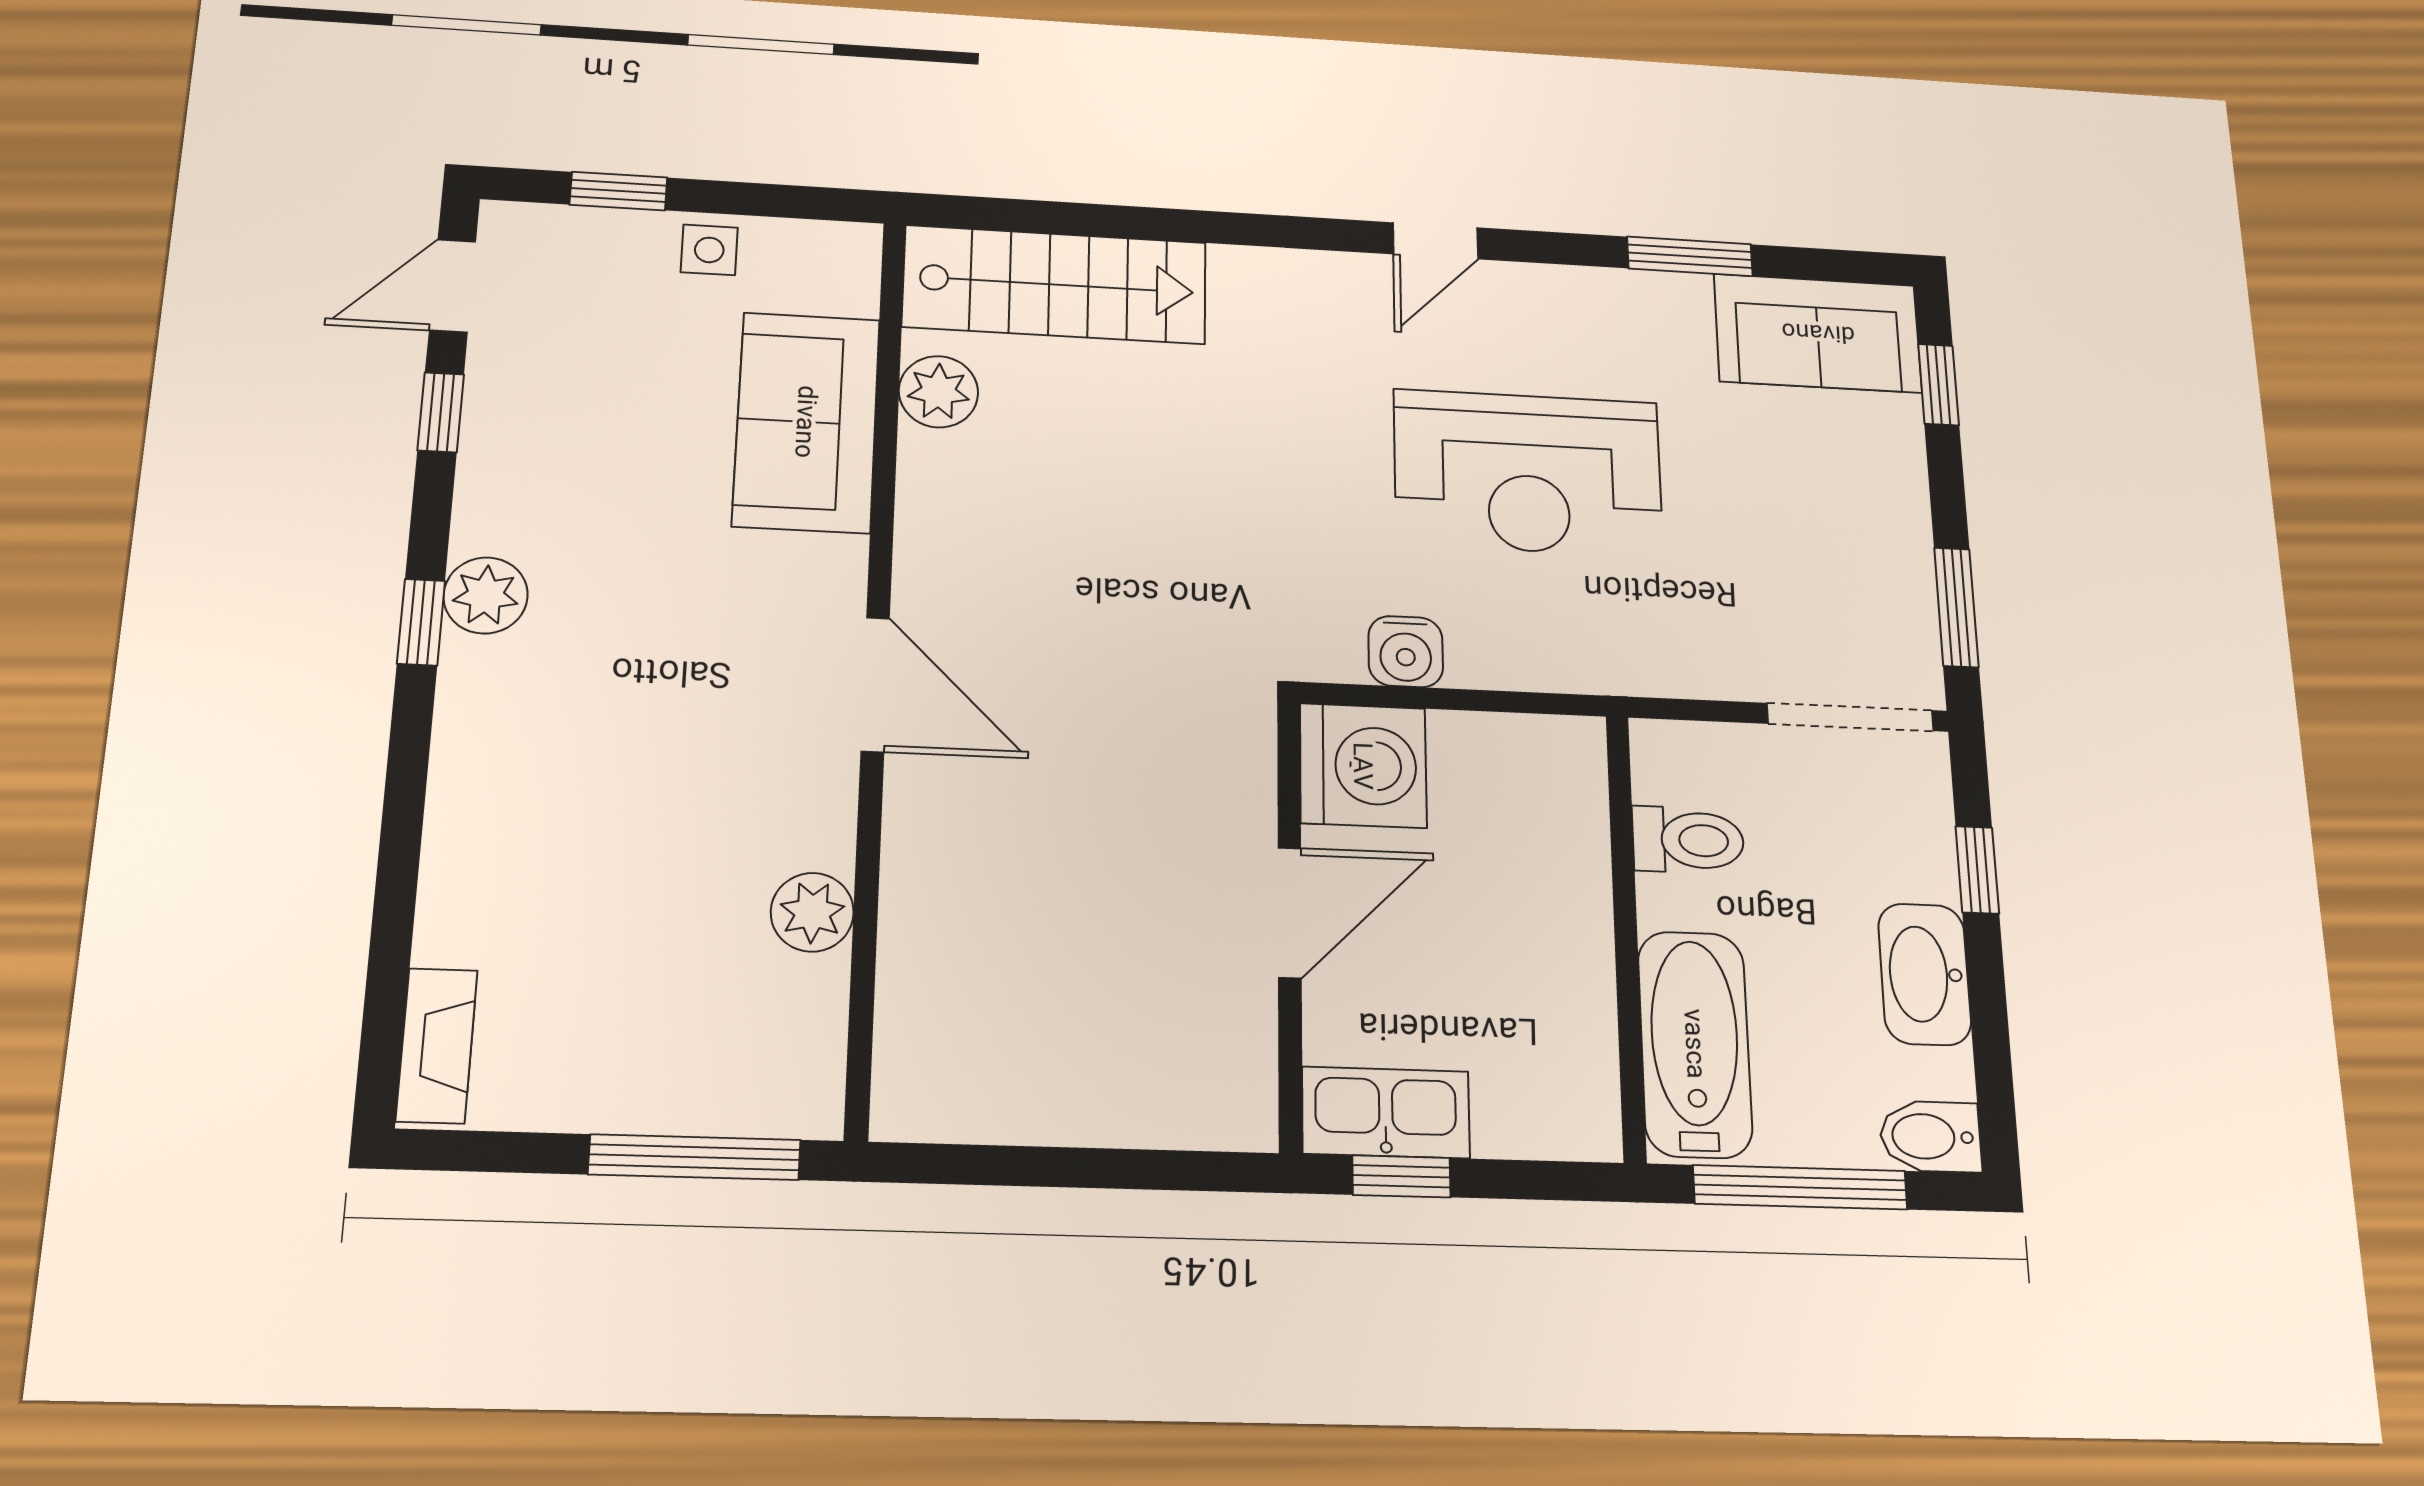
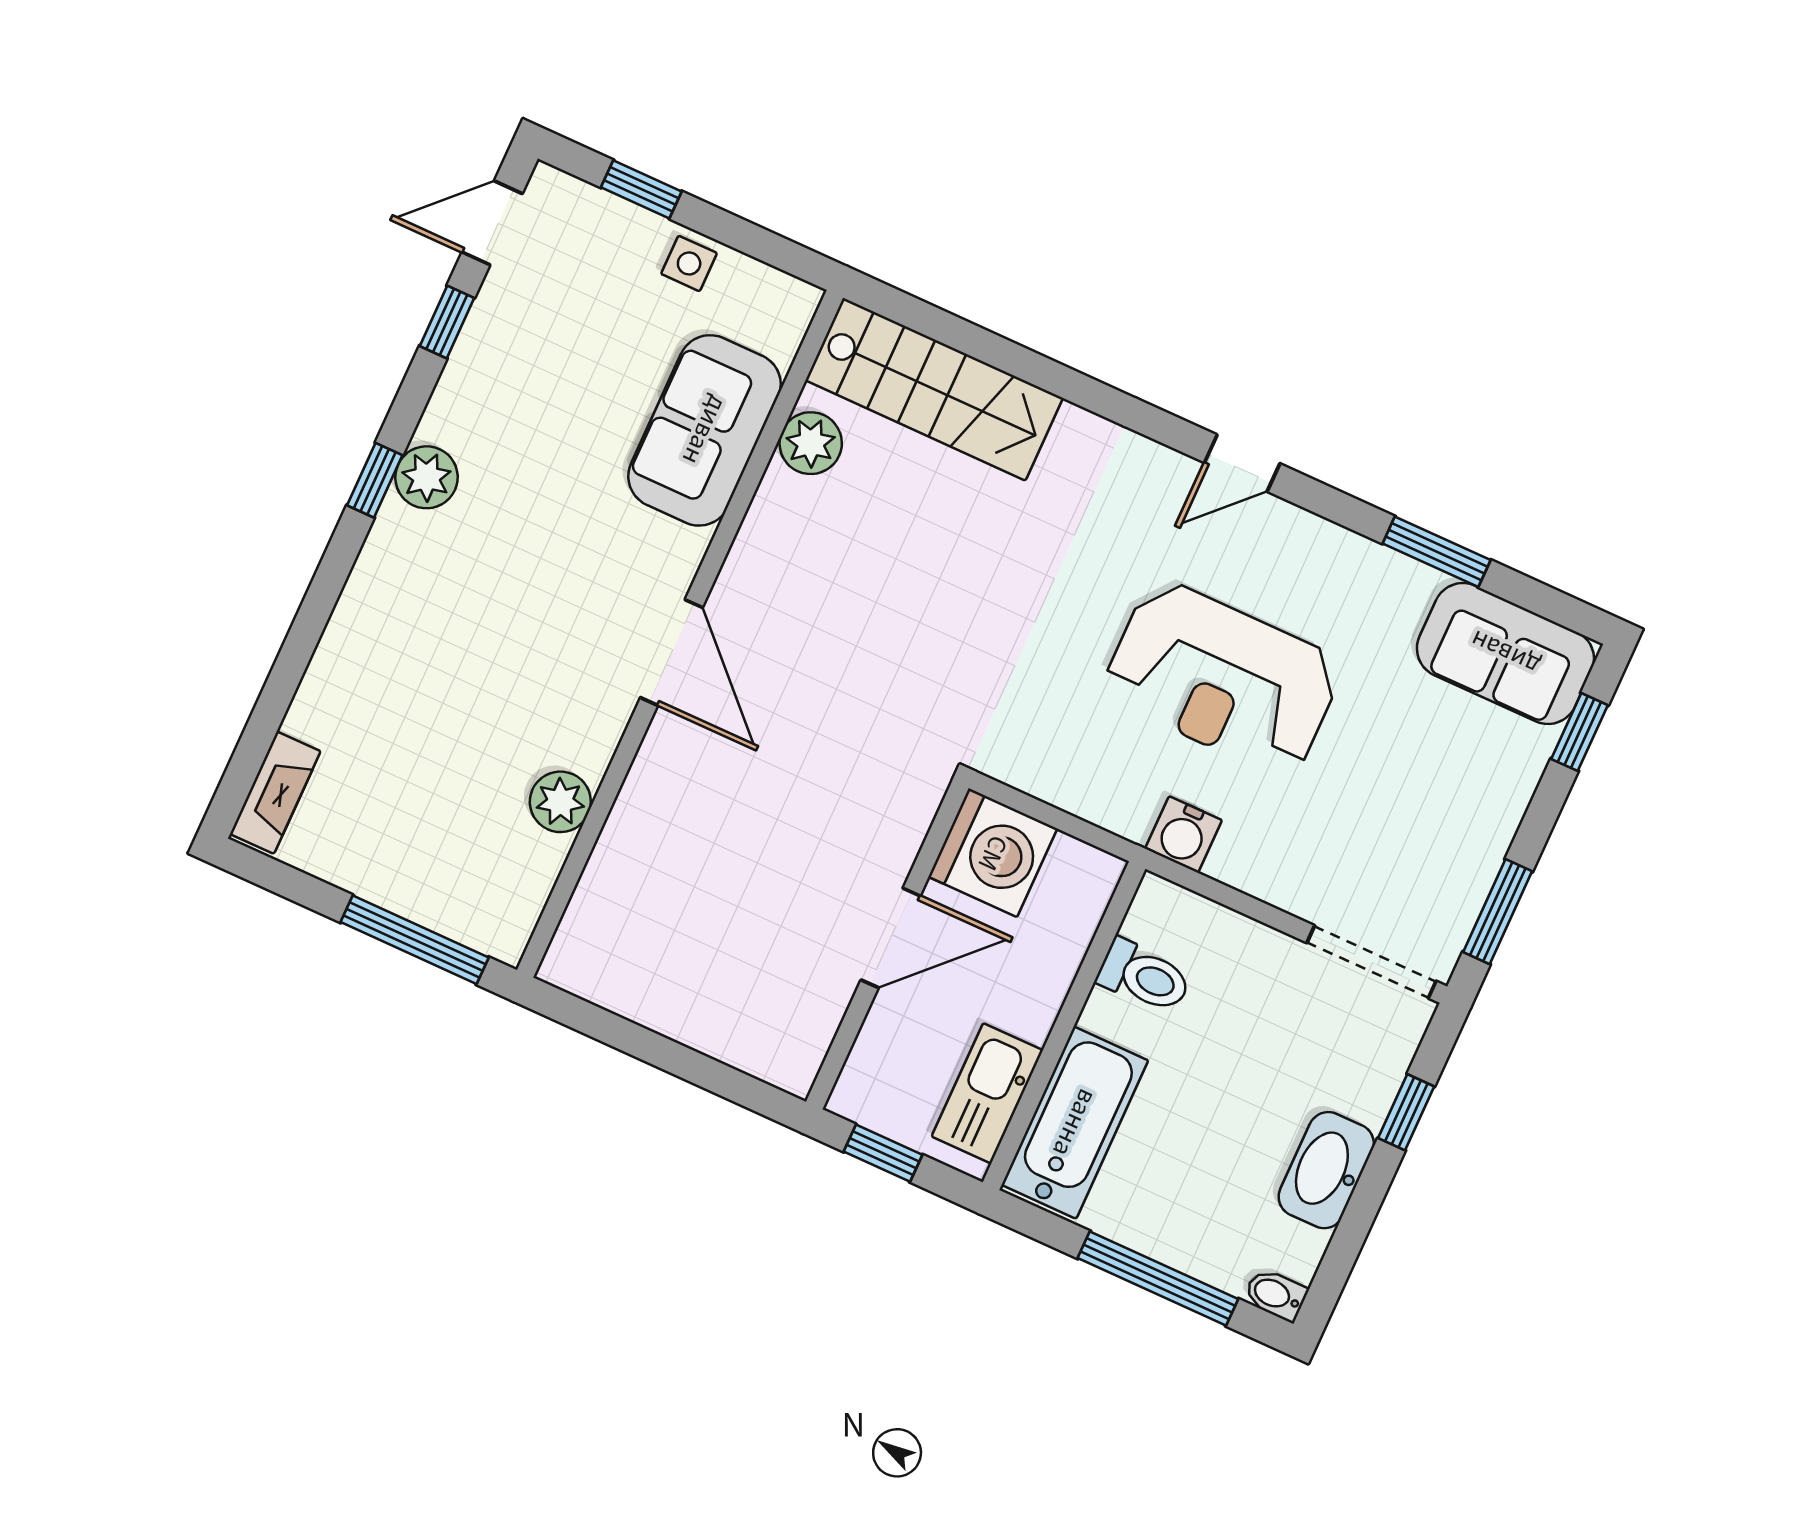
water cooler: (1406, 652) -> (1184, 834), moved
toilet: (1688, 840) -> (1144, 976), moved
wall: (1626, 935) -> (1064, 1026), moved
bathtub: (1695, 1044) -> (1075, 1123), moved
kitchen sink: (1386, 1112) -> (987, 1093), moved, turned -90
bidet: (1930, 1137) -> (1276, 1295), width x0.72, depth x0.74

